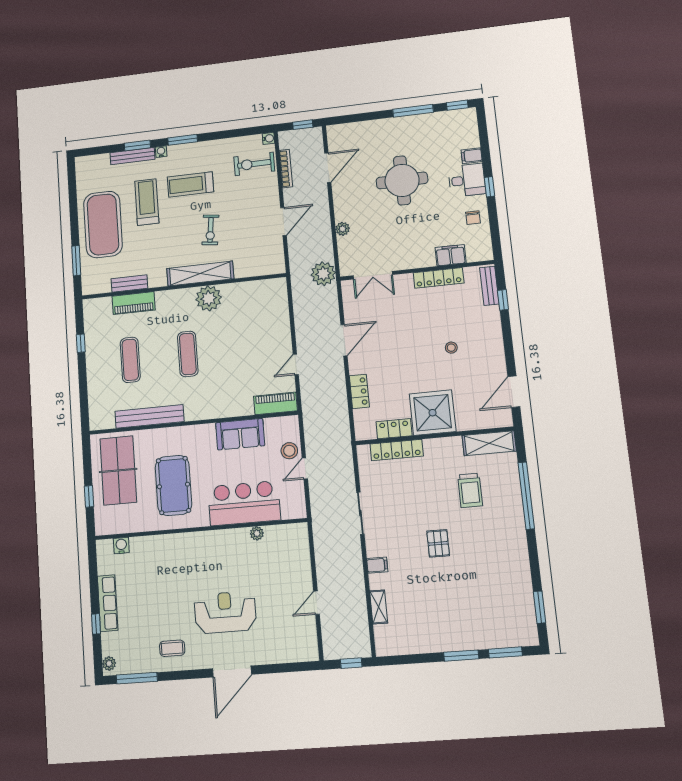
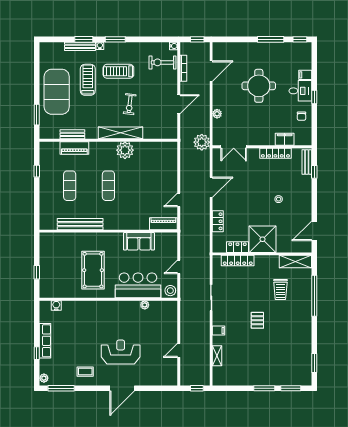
stool: (289, 451) -> (170, 291), moved
table tennis table: (118, 470) -> (57, 257), removed

